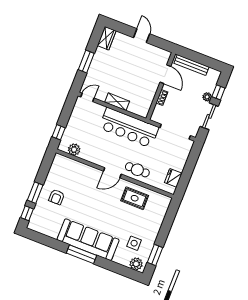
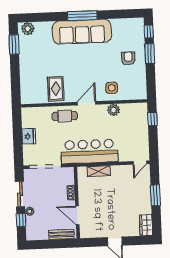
bench: (192, 65) -> (61, 234), width x0.73
shelving: (117, 102) -> (99, 171), moved
plant: (74, 150) -> (114, 110), moved
fridge: (173, 178) -> (29, 136), moved
rug: (135, 198) -> (56, 89), turned 90
side table: (134, 243) -> (112, 88), moved

